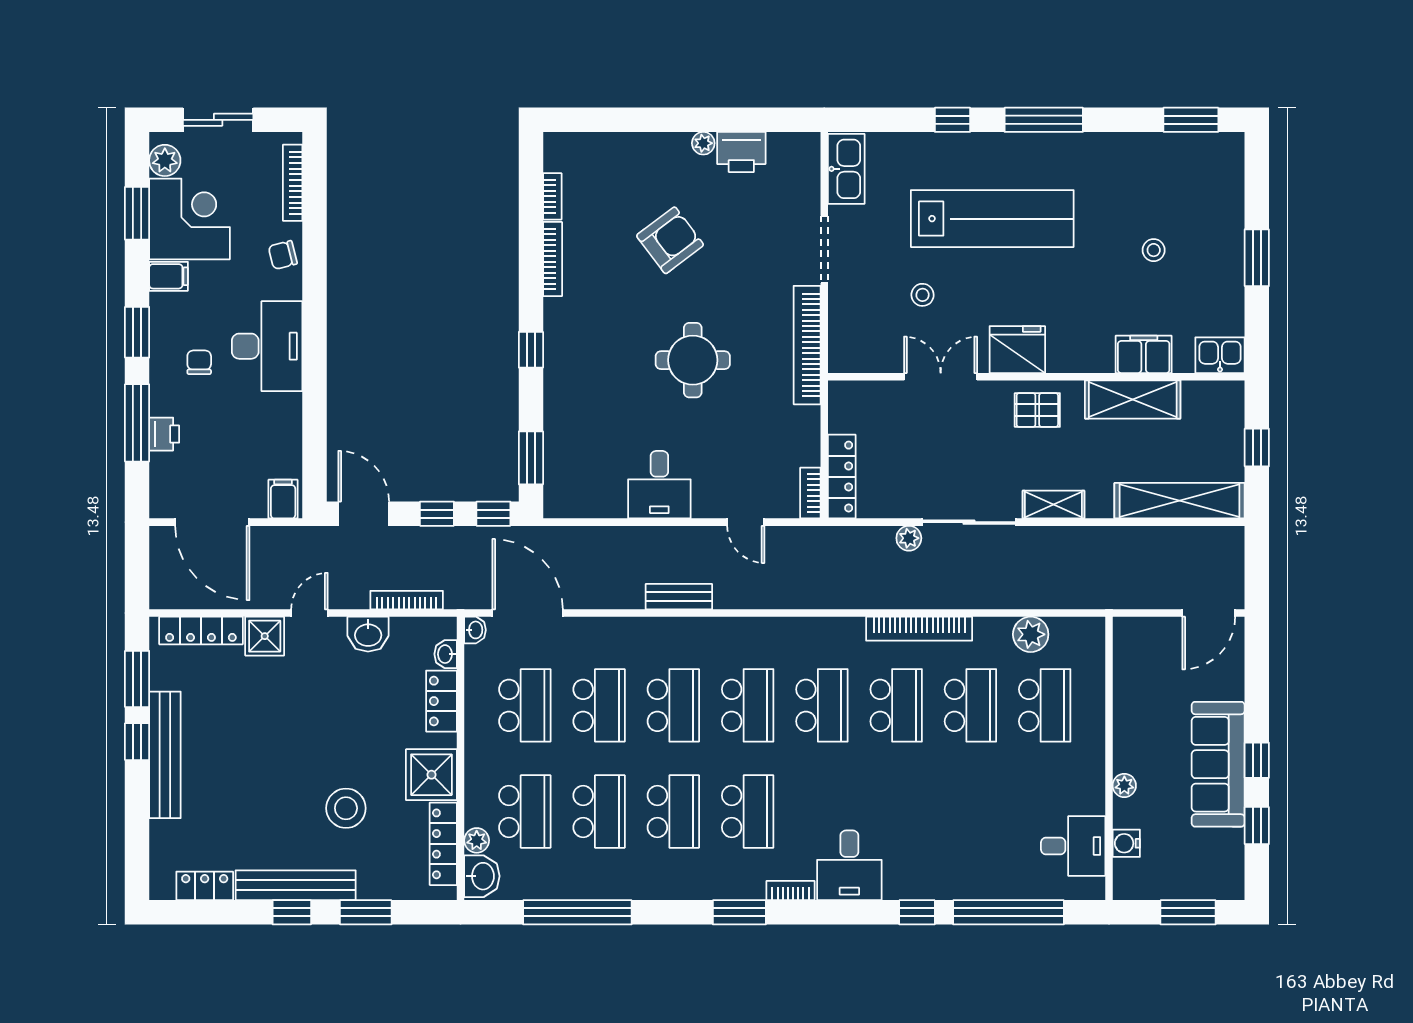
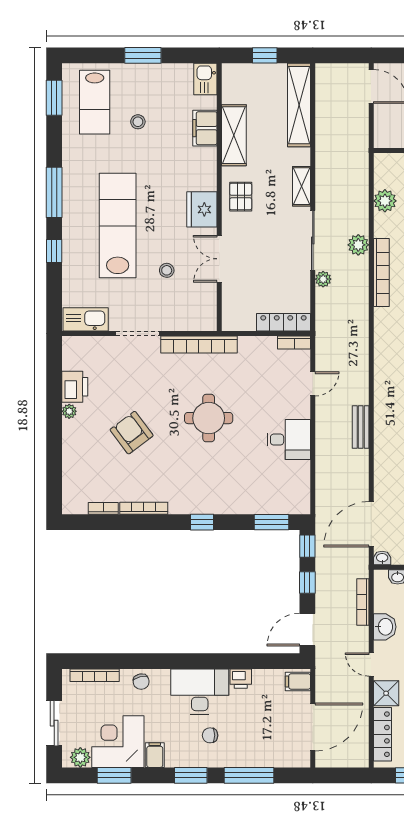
lab bench: (1184, 183) -> (95, 102), added
printer: (164, 434) -> (241, 679), moved, turned 180
plant: (962, 593) -> (358, 245), added

